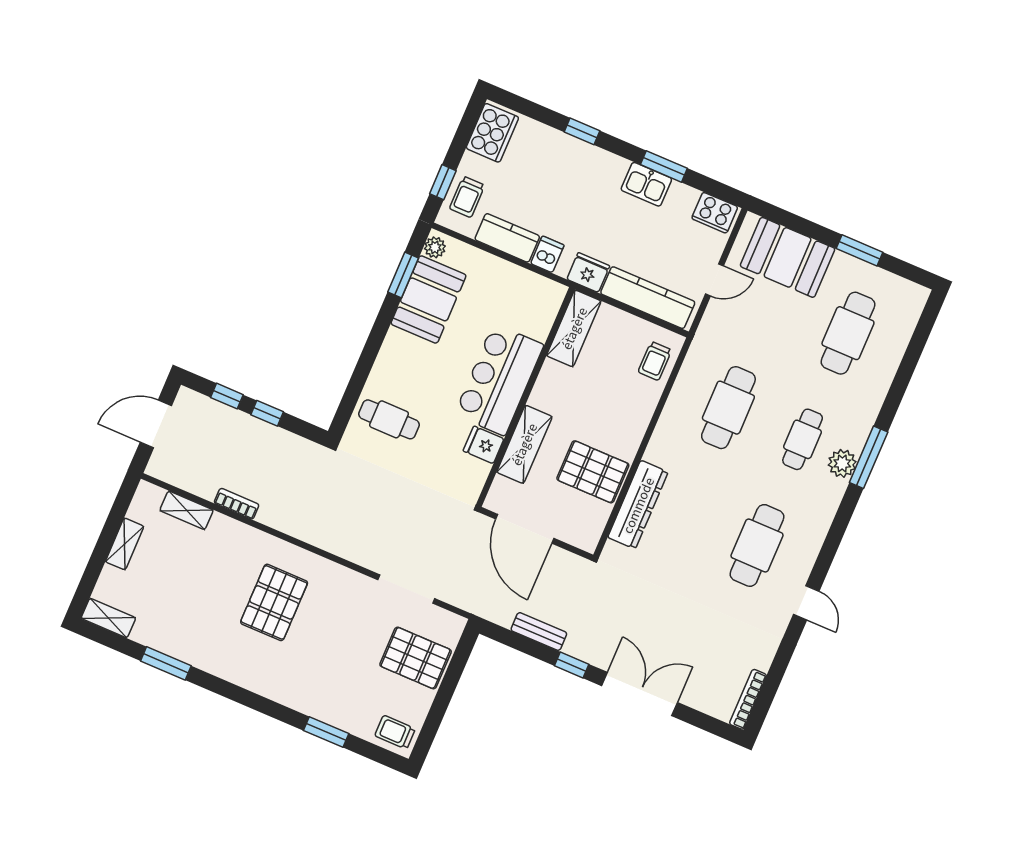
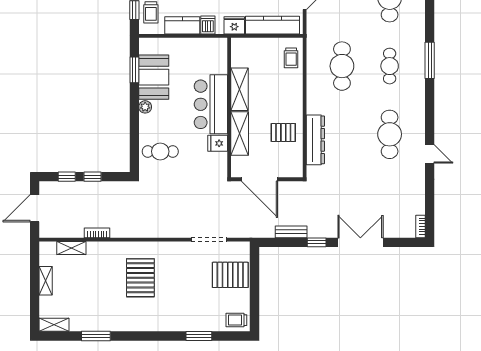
plant: (435, 247) -> (145, 107), moved
shelving: (574, 328) -> (239, 89), moved
plant: (842, 463) -> (417, 70), removed
pallet: (593, 472) -> (283, 133), width x0.67, depth x0.71
bookcase: (748, 699) -> (421, 226), width x0.64

